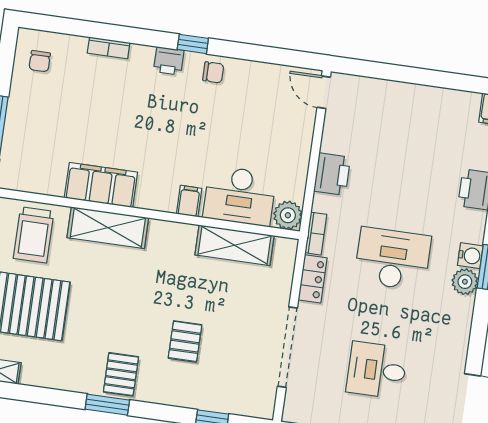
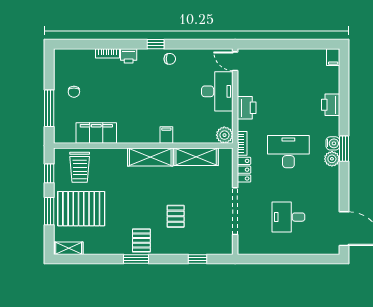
chair: (40, 61) -> (74, 92), moved
printer: (169, 61) -> (129, 56), moved
filing cabinet: (101, 185) -> (96, 133), moved
desk: (240, 196) -> (217, 91), moved, turned -90
shelving: (108, 228) -> (150, 157), moved

